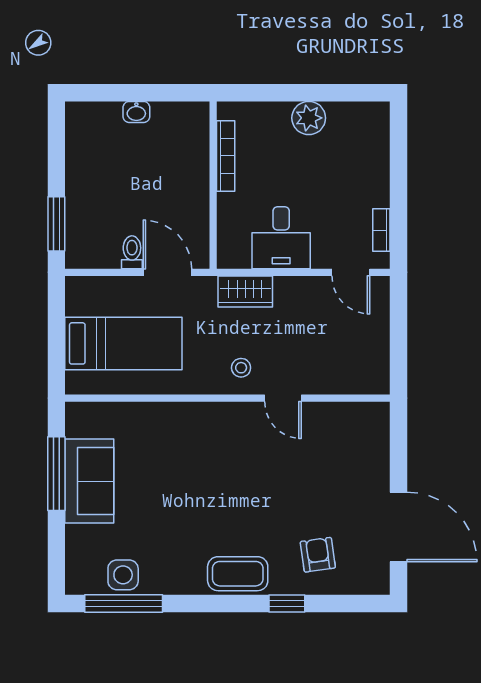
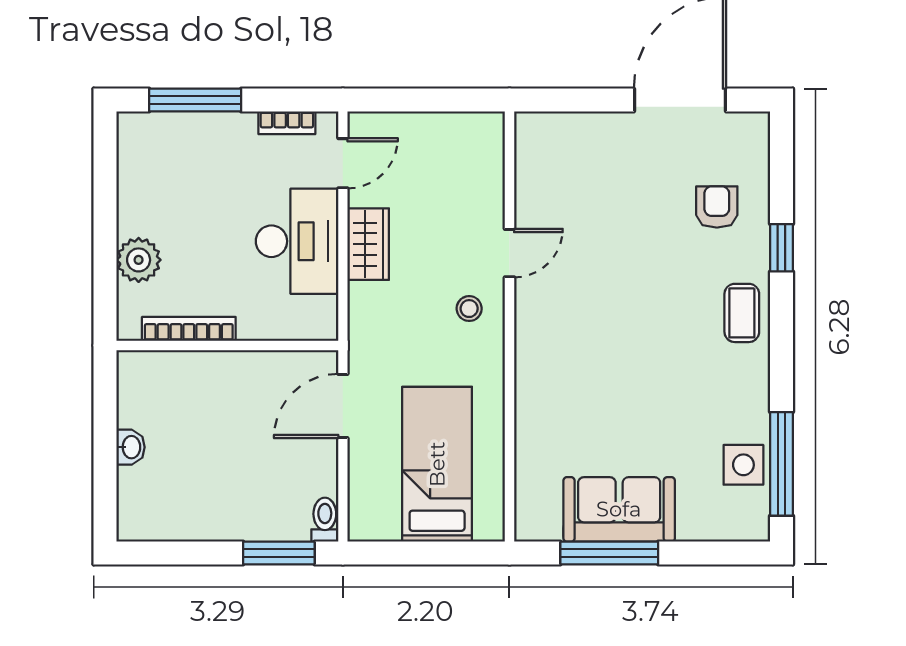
plant: (309, 118) -> (139, 260), moved
window: (399, 161) -> (195, 100), added
desk: (281, 238) -> (297, 241), width x1.37
toilet: (132, 252) -> (325, 520), moved, turned 90
wardrobe: (245, 291) -> (368, 244), moved
armchair: (318, 555) -> (717, 207), turned 98
coffee table: (238, 574) -> (742, 313), width x0.73, depth x0.77

